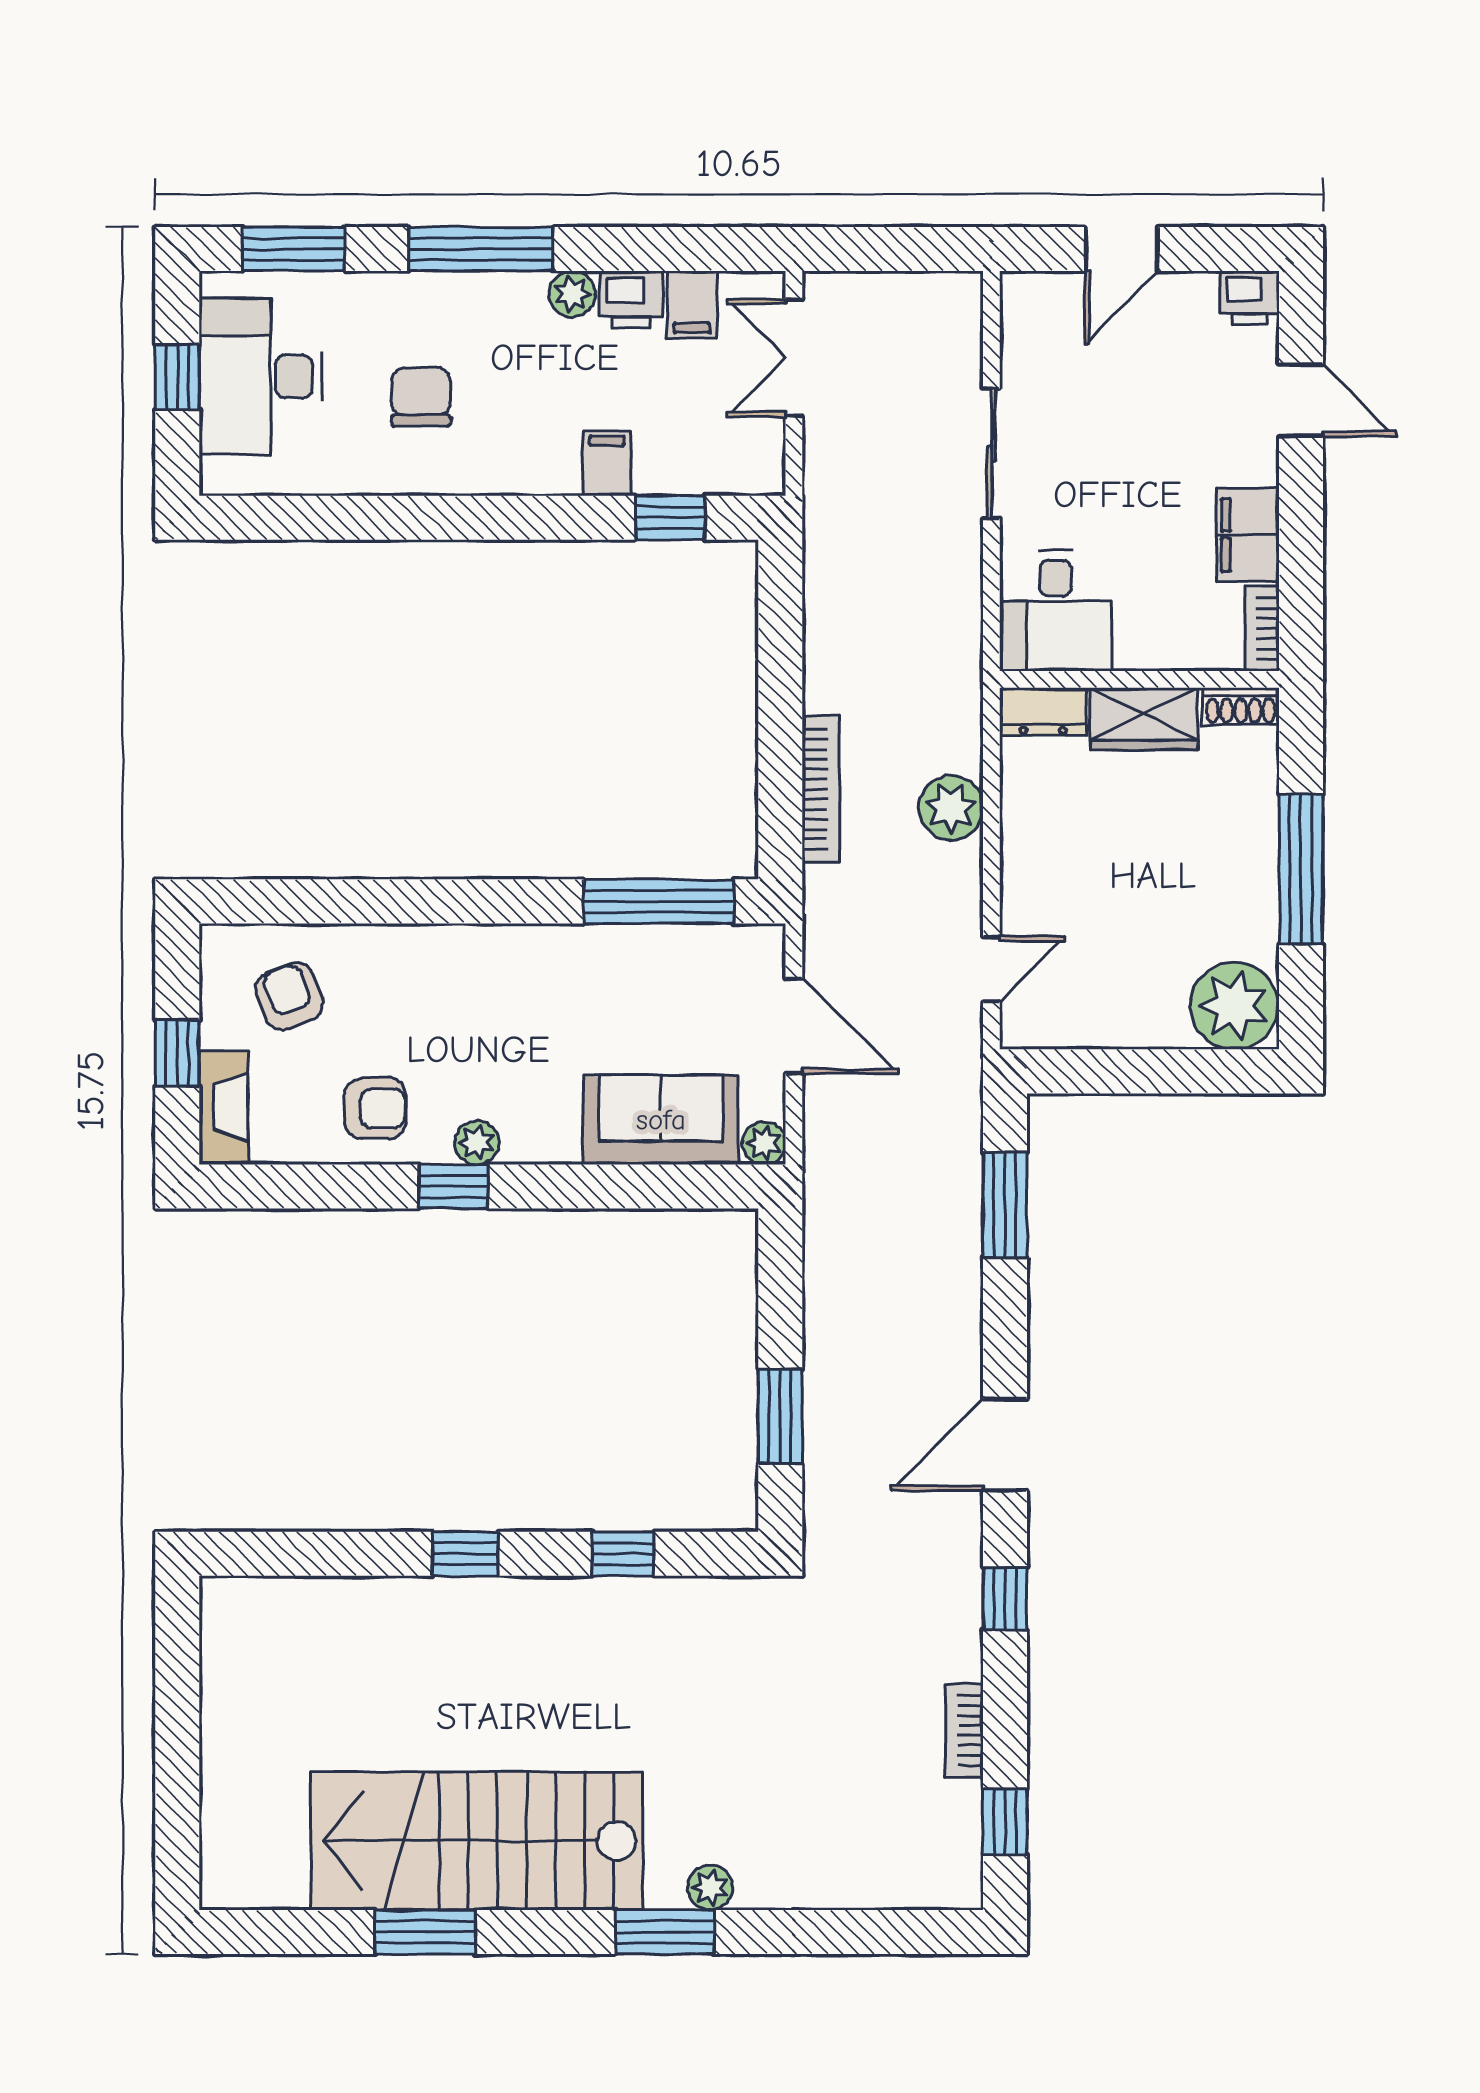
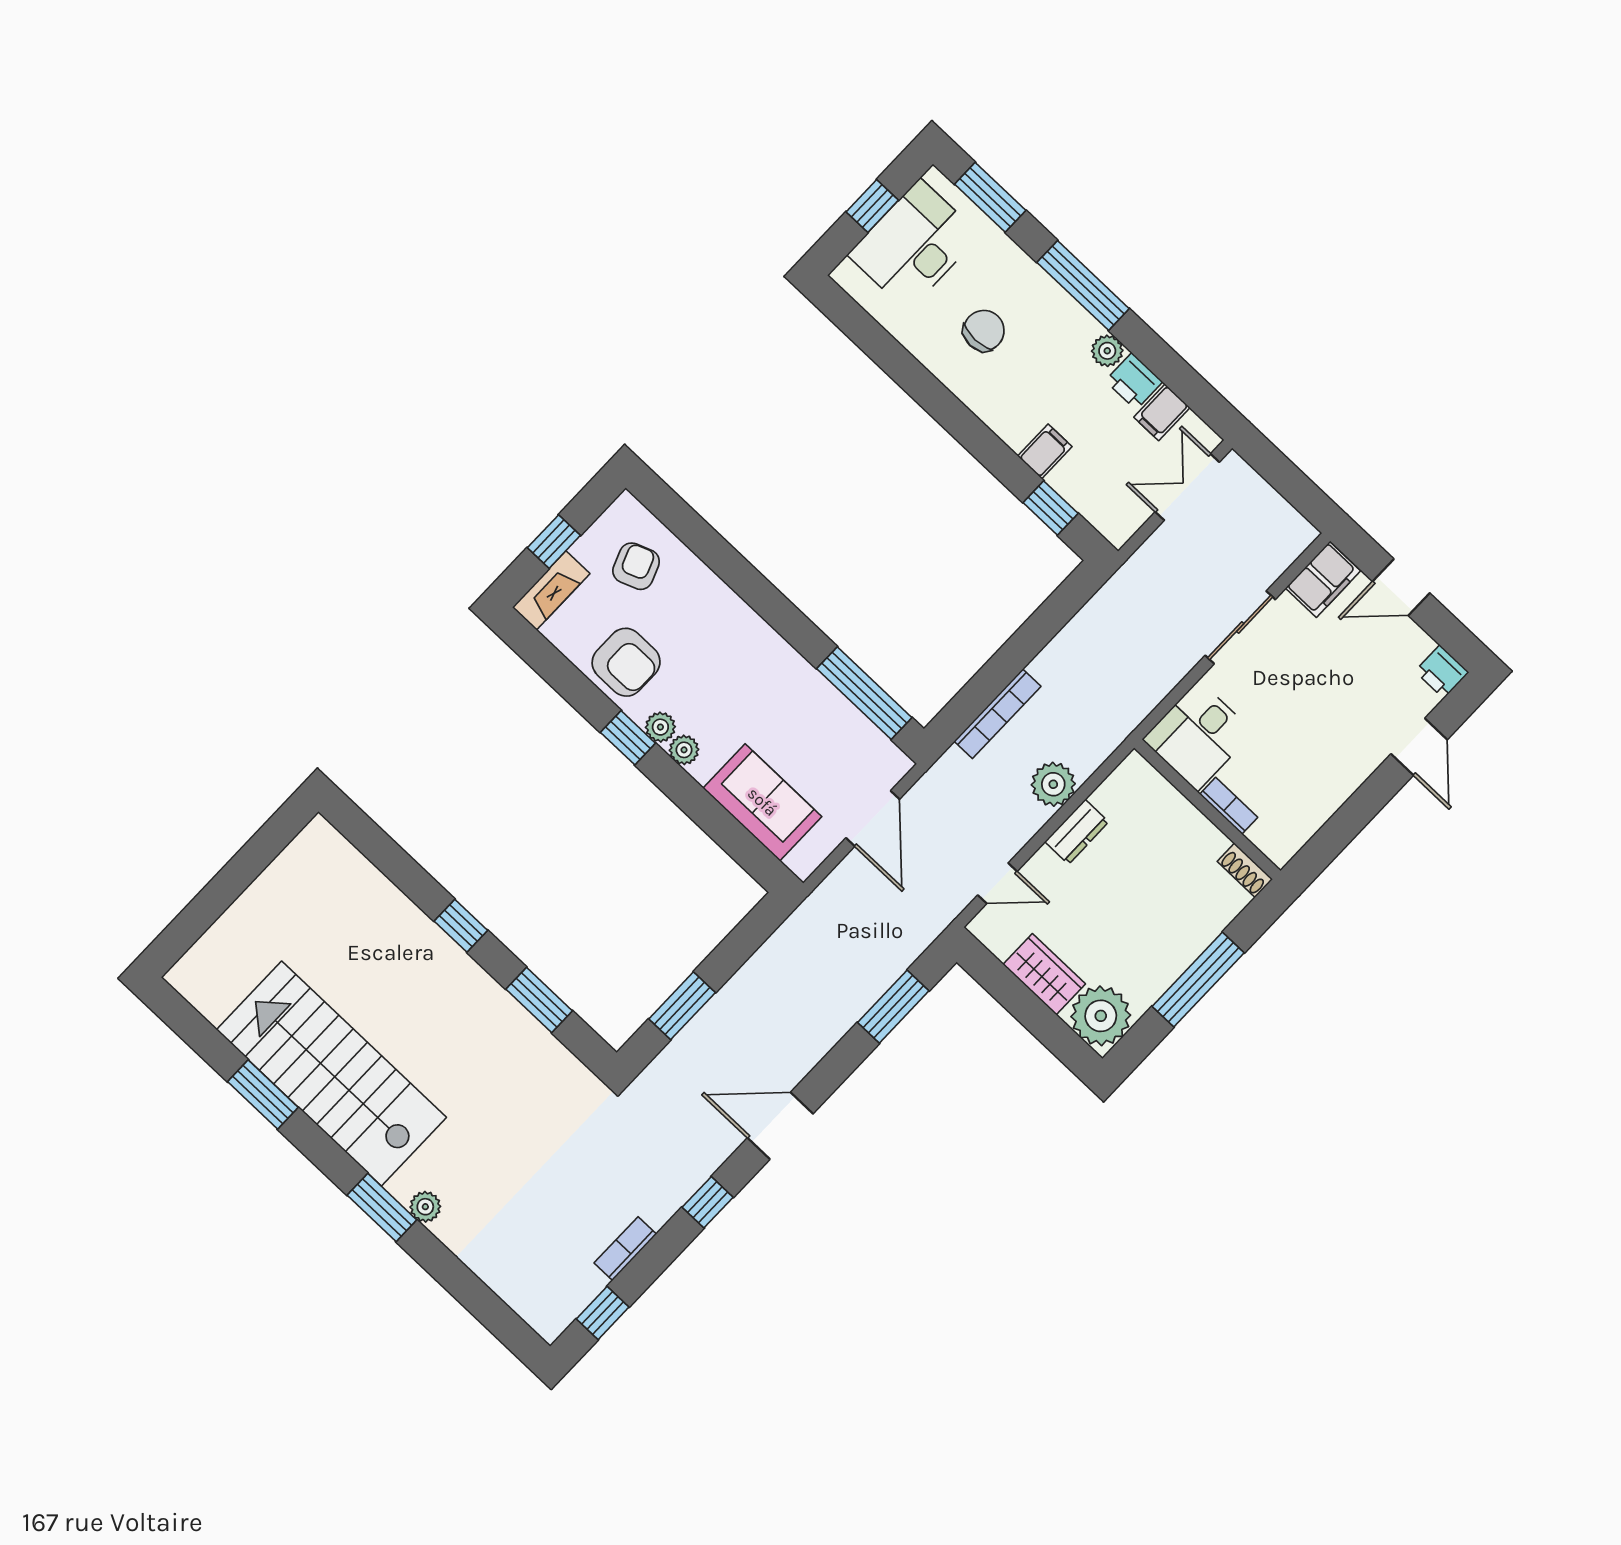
filing cabinet: (1248, 535) -> (1323, 579), moved, turned 180
bookcase: (1262, 629) -> (1229, 806), moved, turned 90
dresser: (1043, 712) -> (1077, 832), moved, turned -90
wardrobe: (1144, 719) -> (1044, 974), moved, turned 180
armchair: (375, 1108) -> (626, 662), width x1.38, depth x1.38
plant: (764, 1143) -> (684, 750), moved
window: (623, 1554) -> (539, 1000), width x1.50

